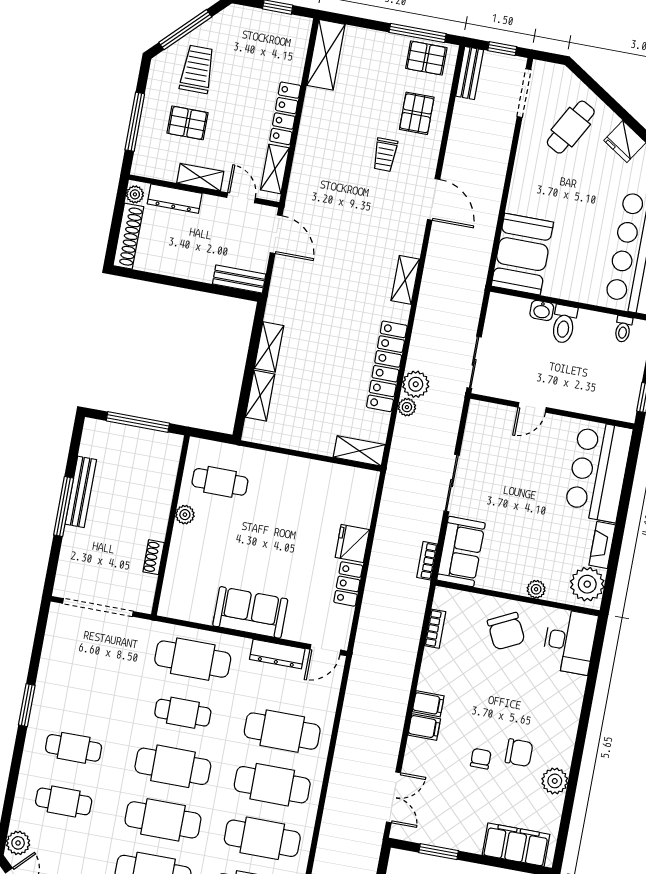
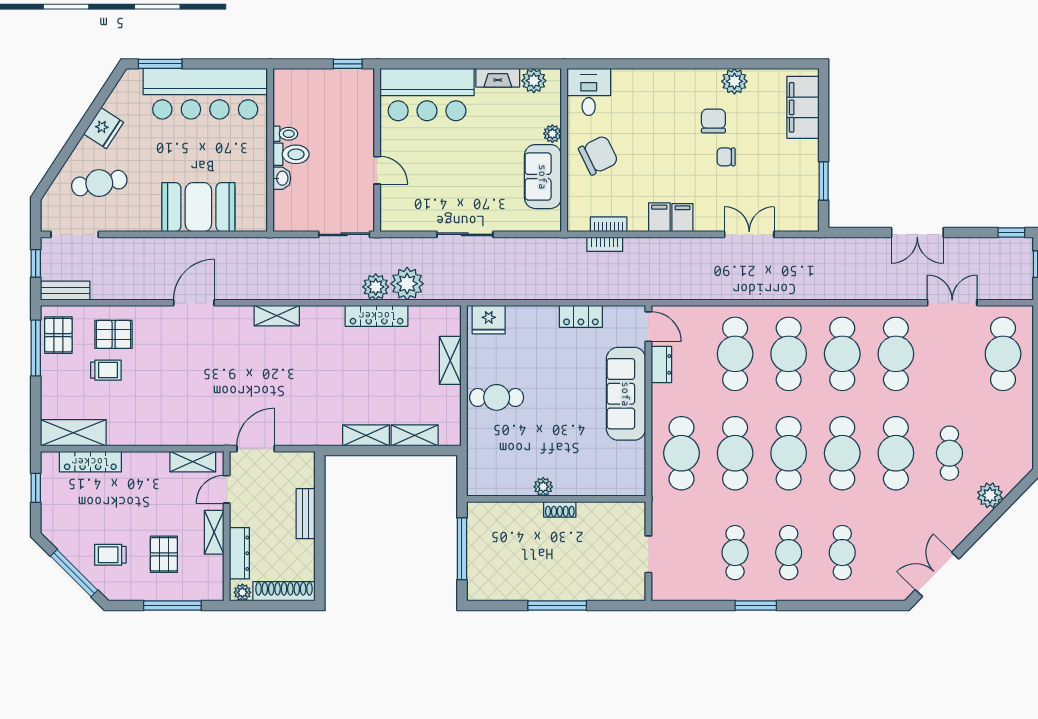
trolley: (197, 69) -> (110, 555), width x0.73, depth x0.72
locker: (285, 113) -> (90, 462), moved
cafe table: (571, 127) -> (99, 183), turned -39
trolley: (385, 155) -> (106, 370), moved
booth: (522, 254) -> (198, 207), moved
bench: (239, 279) -> (306, 514), moved
toilet: (623, 329) -> (285, 134), moved
locker: (387, 366) -> (377, 316), width x0.71, depth x0.83
plant: (407, 407) -> (407, 284), width x1.88, depth x1.88
shelving: (359, 451) -> (450, 360), moved
cafe table: (220, 482) -> (497, 397), moved, turned 90
bench: (81, 492) -> (540, 591), removed
fridge: (352, 543) -> (489, 320), moved
sofa: (461, 552) -> (543, 177), moved, turned -90
shoe rack: (154, 557) -> (560, 509), moved
bookcase: (427, 561) -> (605, 244), moved
plant: (587, 584) -> (534, 81), width x0.73, depth x0.73
doorway: (98, 607) -> (648, 554), width x0.53
sofa: (250, 612) -> (626, 394), width x1.36
desk: (570, 641) -> (589, 92), width x0.73
dresser: (277, 654) -> (661, 364), width x0.70
cafe table: (83, 694) -> (735, 553), added
cafe table: (183, 713) -> (735, 453), width x1.37, depth x1.35
filing cabinet: (424, 727) -> (659, 217), moved
double door: (393, 797) -> (749, 234), moved
plant: (18, 843) -> (891, 589), removed

